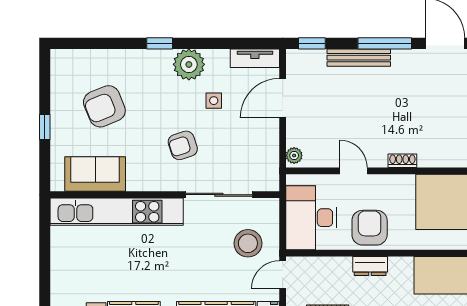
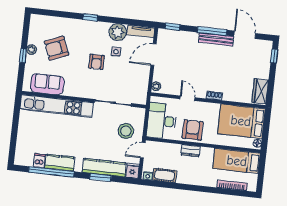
bench: (359, 58) -> (216, 39), moved
plant: (189, 64) -> (118, 32), moved
plant: (59, 114) -> (32, 50), added
armchair: (183, 145) -> (97, 62), moved, turned -72

